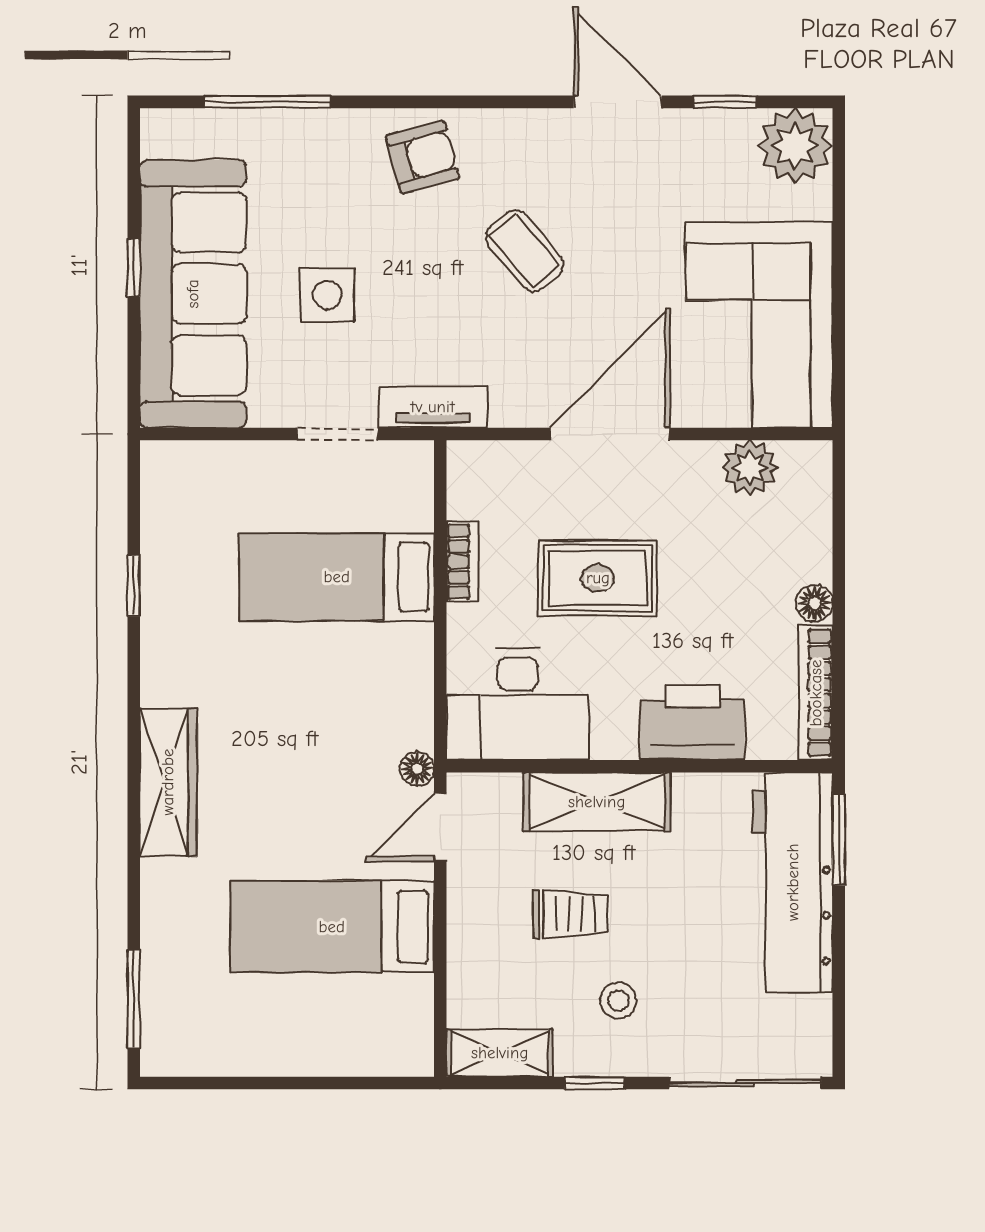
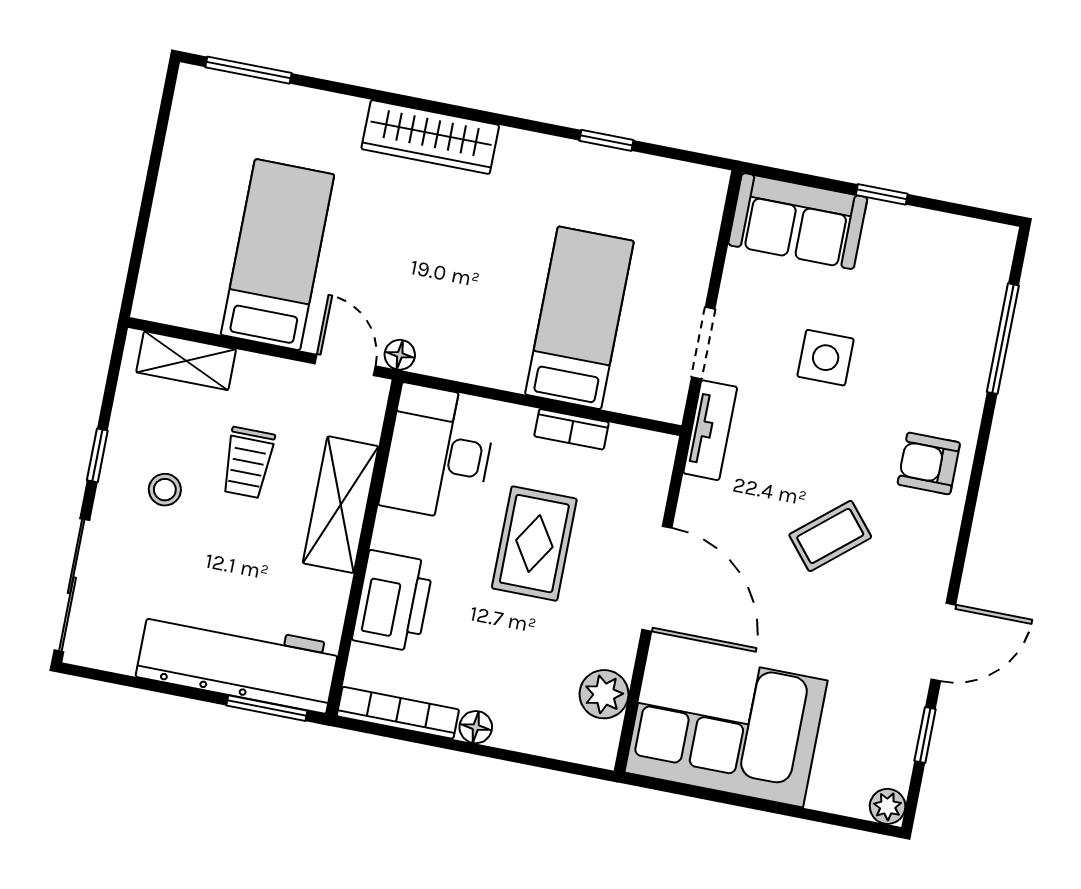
plant: (795, 146) -> (888, 806), width x0.53, depth x0.53
armchair: (422, 157) -> (929, 463), turned 105
sofa: (193, 294) -> (798, 221), width x0.54, depth x0.79
shelving: (500, 1053) -> (186, 361), moved, turned 90

